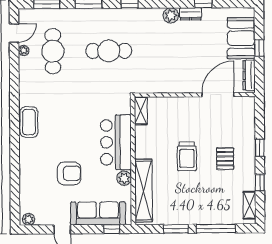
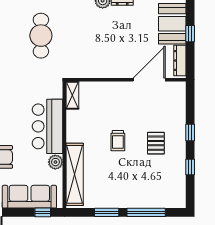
cafe table: (109, 51) -> (41, 36), turned 90
trolley: (187, 156) -> (118, 141), width x0.73, depth x0.72
shelving: (250, 205) -> (180, 189), removed

